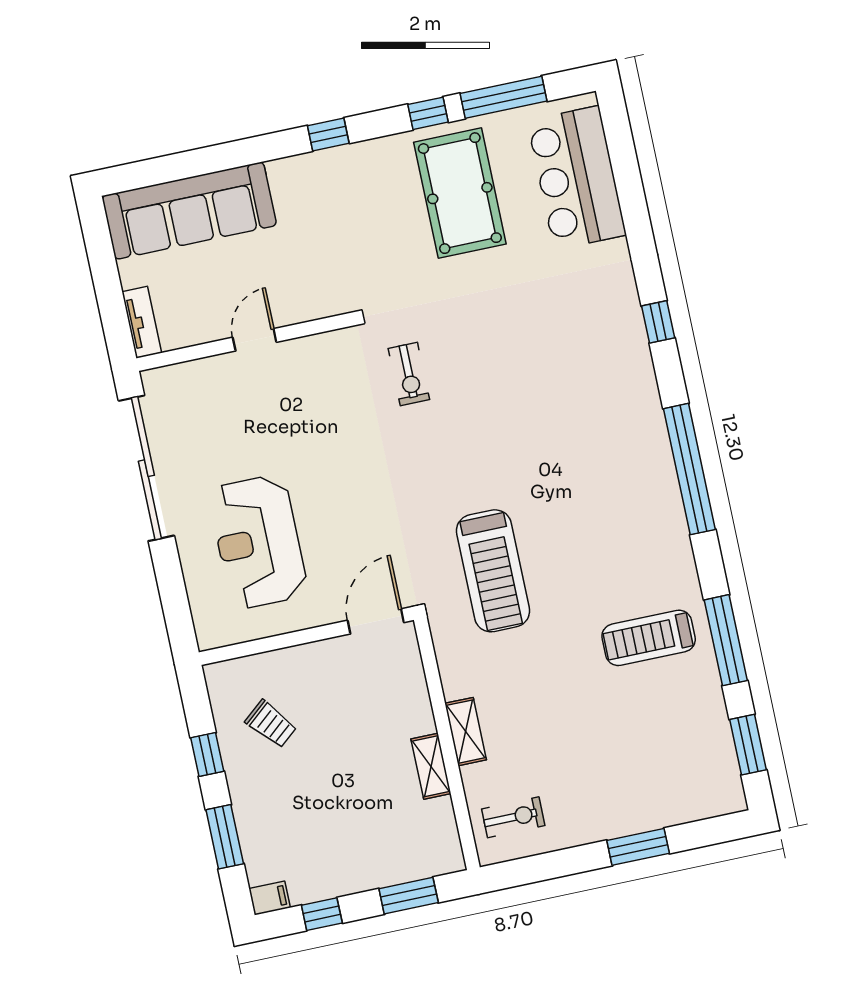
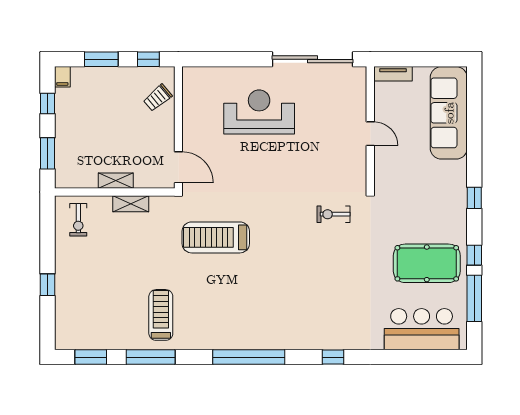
door: (376, 621) -> (178, 167), moved
wall: (306, 636) -> (178, 127), moved
window: (638, 847) -> (47, 285), width x0.67

